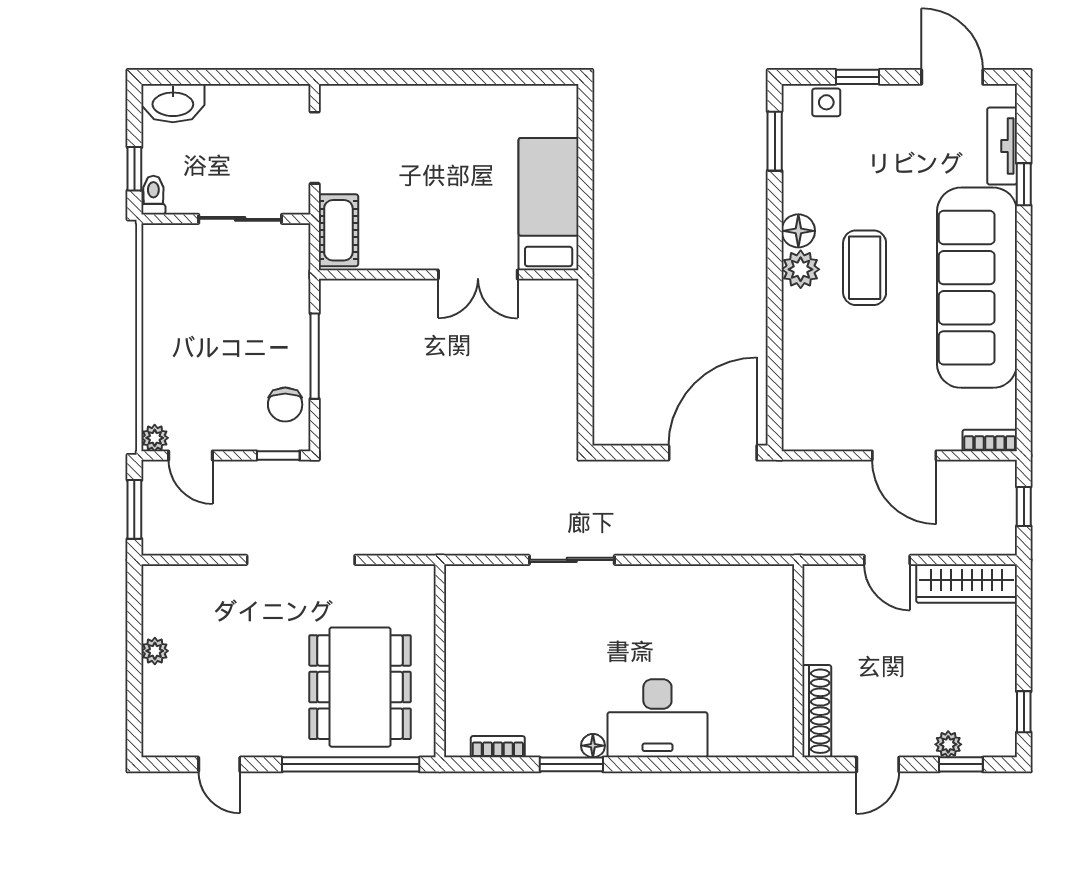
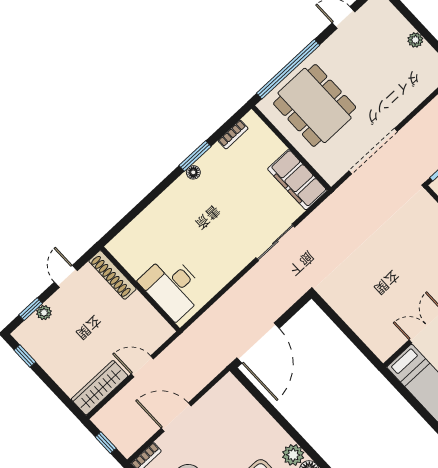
doorway: (301, 560) -> (373, 151), moved
filing cabinet: (470, 613) -> (297, 180), added
desk: (657, 718) -> (172, 287), moved, turned -90

